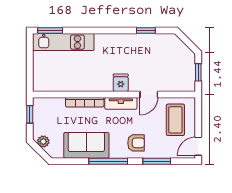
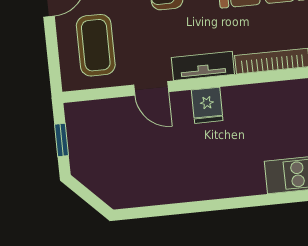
window: (146, 31) -> (169, 209), removed
door: (149, 94) -> (151, 88), swing flipped

